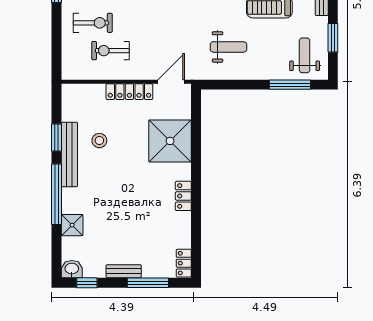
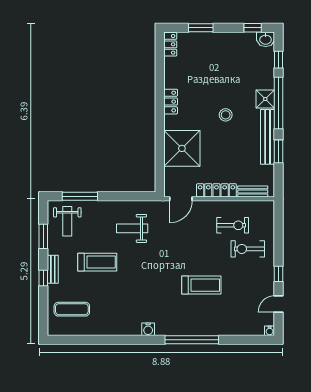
stool: (99, 141) -> (226, 115), moved
shower: (72, 225) -> (265, 99), moved
window: (57, 245) -> (279, 60), added
bench: (124, 271) -> (253, 191), moved
window: (148, 283) -> (201, 28), width x0.69

